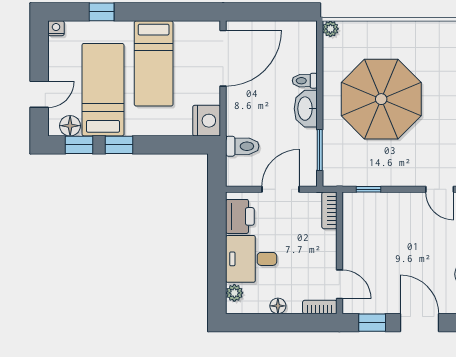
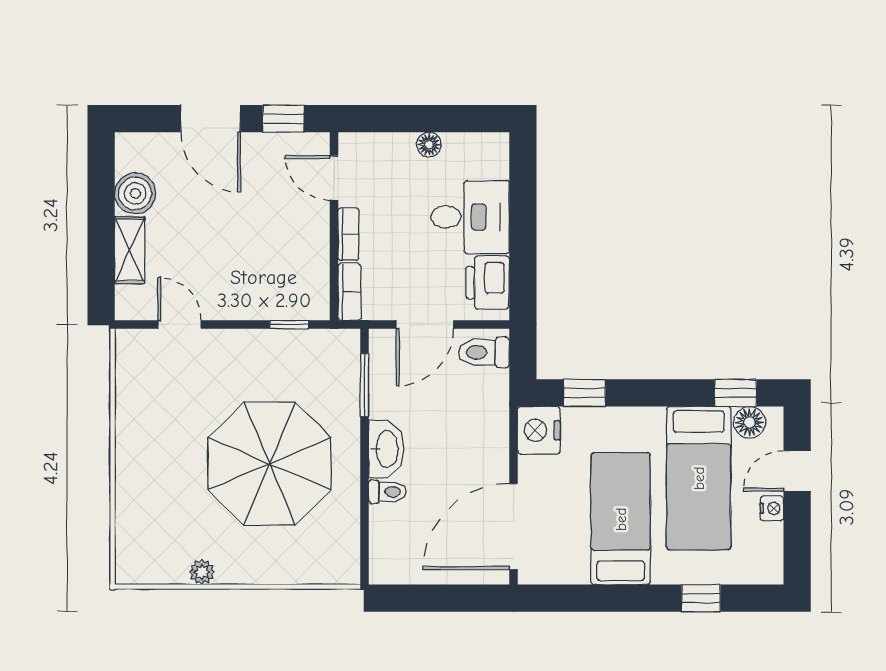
nightstand: (56, 28) -> (772, 508), moved, turned -90
plant: (330, 29) -> (202, 572), moved
window: (119, 145) -> (584, 393), moved
toilet: (242, 146) -> (484, 352), moved
plant: (234, 293) -> (496, 165), removed
bookcase: (320, 307) -> (349, 234), moved, turned -90

